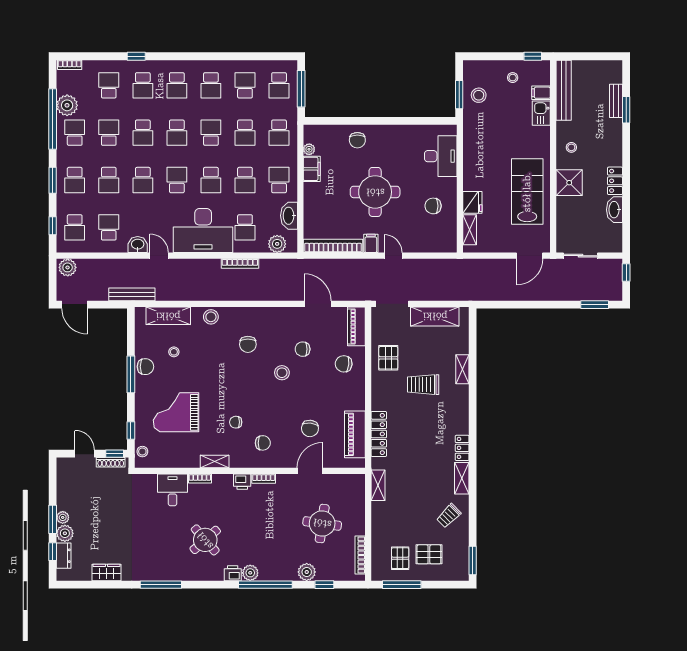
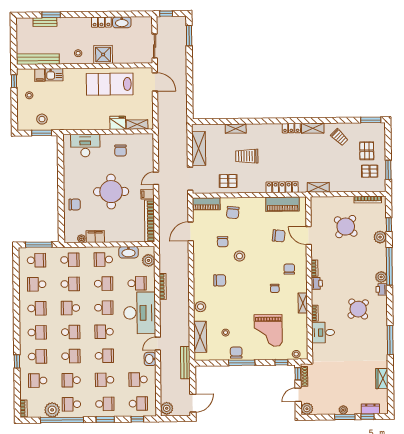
school desk: (109, 180) -> (105, 380), turned 180
trolley: (423, 385) -> (247, 156), turned 90
round table: (322, 523) -> (346, 227), turned 32
plant: (65, 533) -> (307, 409), moved
window: (402, 585) -> (388, 170), width x0.69

